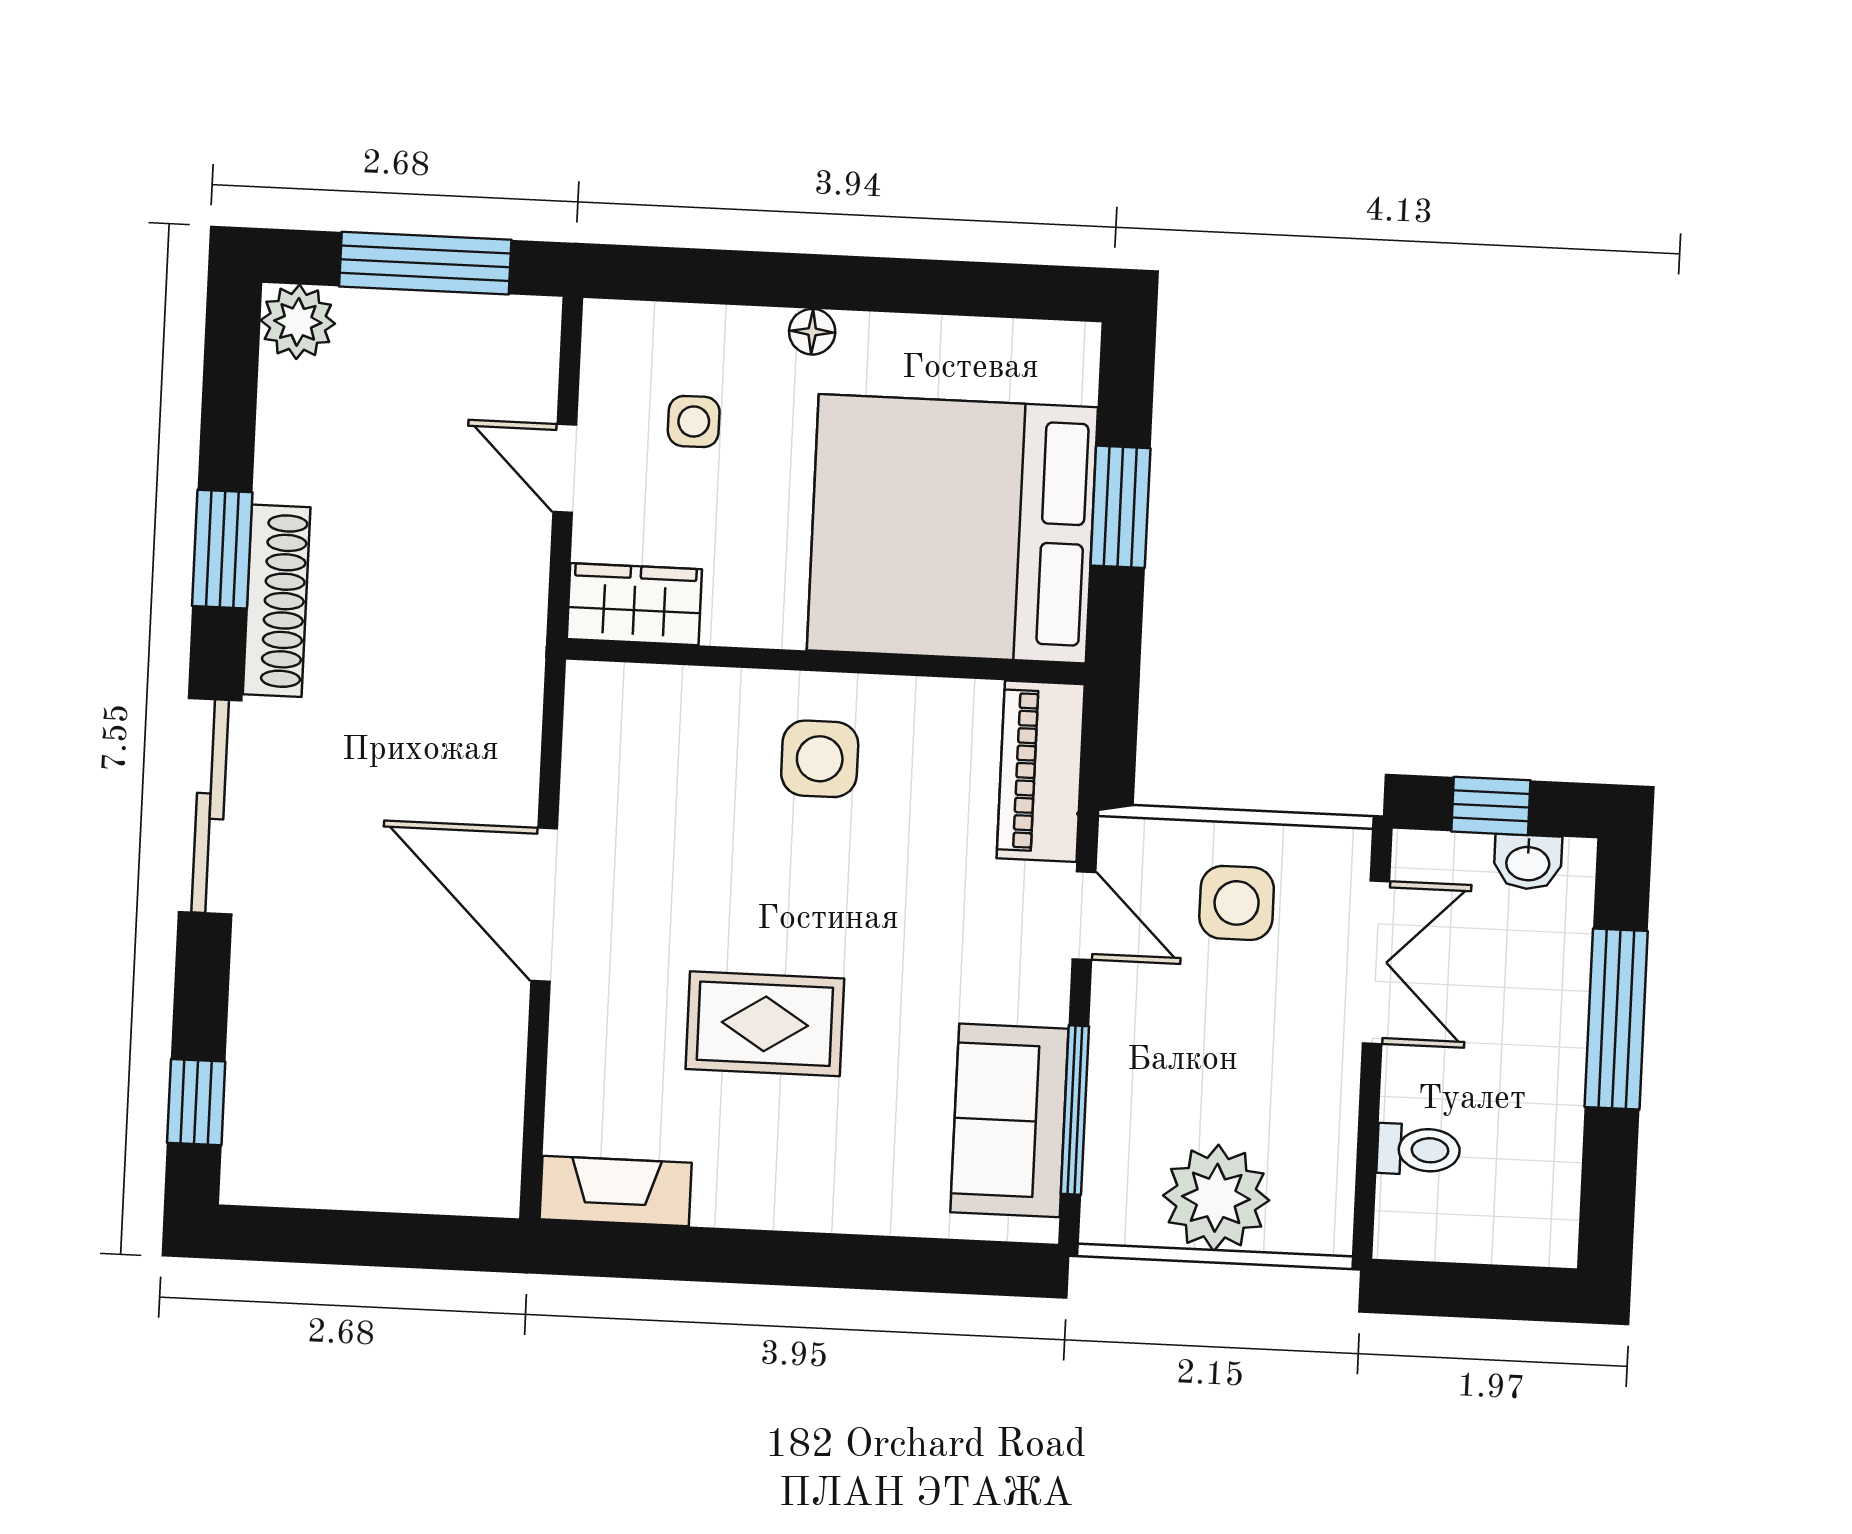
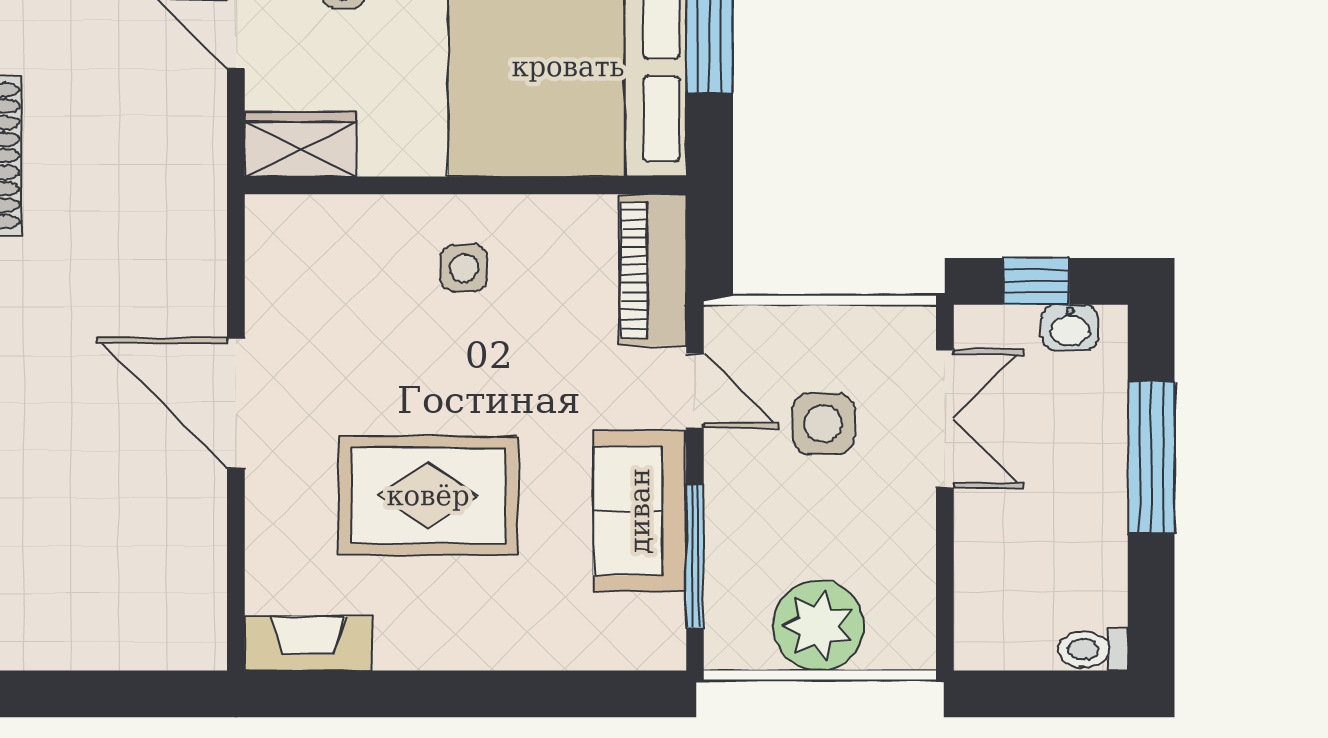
side table: (820, 759) -> (464, 268), width x0.73, depth x0.73
side table: (1237, 903) -> (823, 424), moved
rug: (765, 1024) -> (428, 496), width x1.36, depth x1.43
sofa: (1009, 1120) -> (640, 511), moved
toilet: (1418, 1150) -> (1093, 649), moved, turned 180

